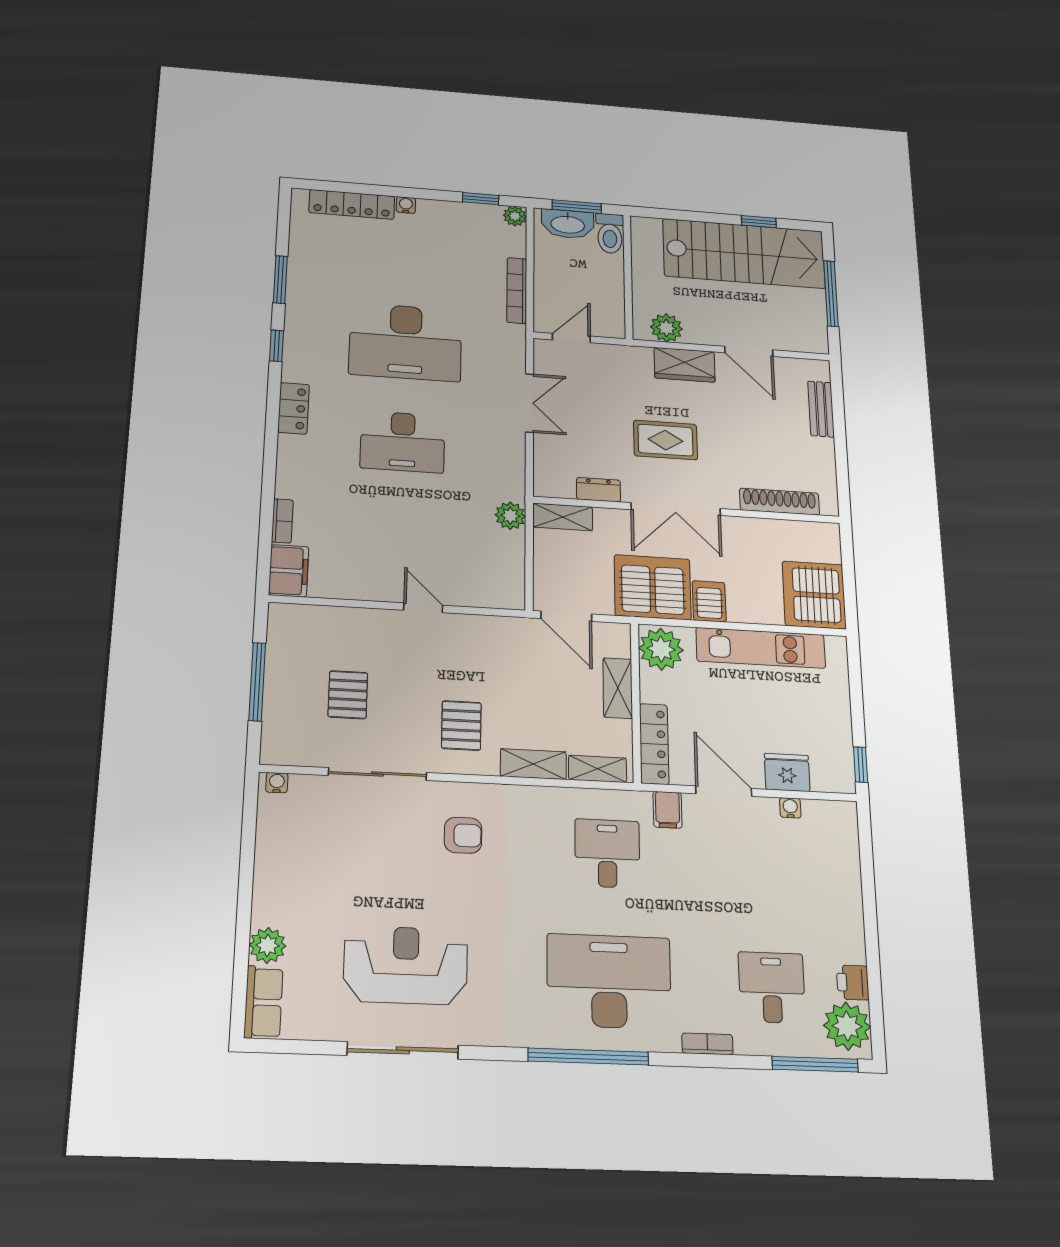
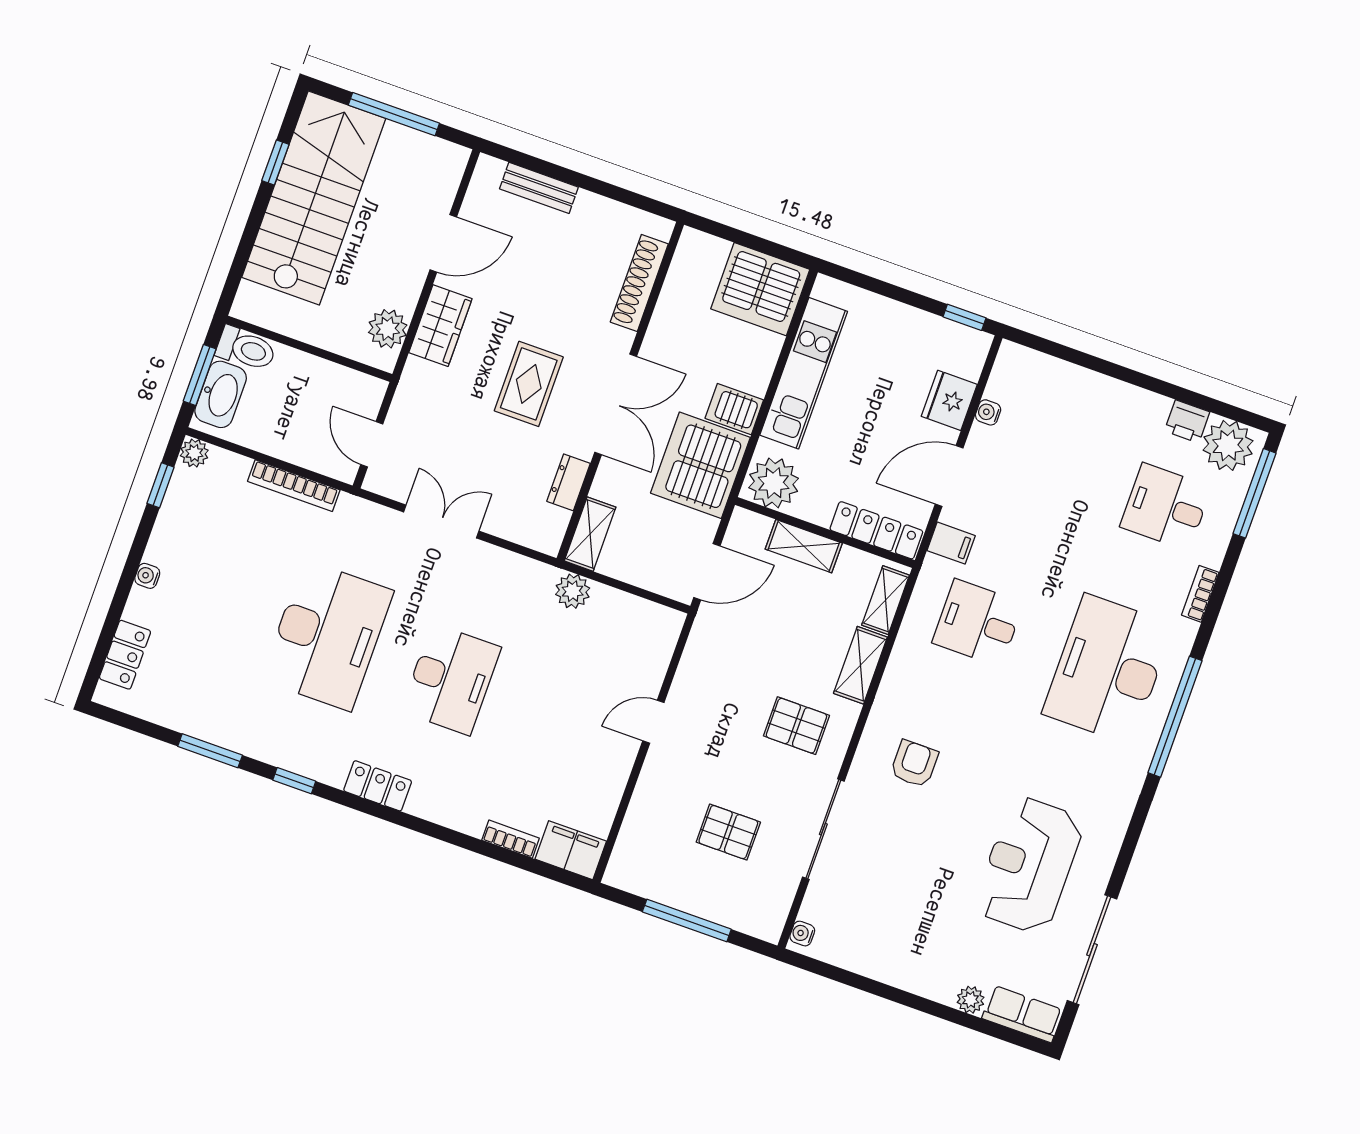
locker: (352, 204) -> (125, 655), width x0.66
plant: (268, 945) -> (971, 1000), width x0.73, depth x0.73
sliding door: (403, 1050) -> (1092, 950), moved

